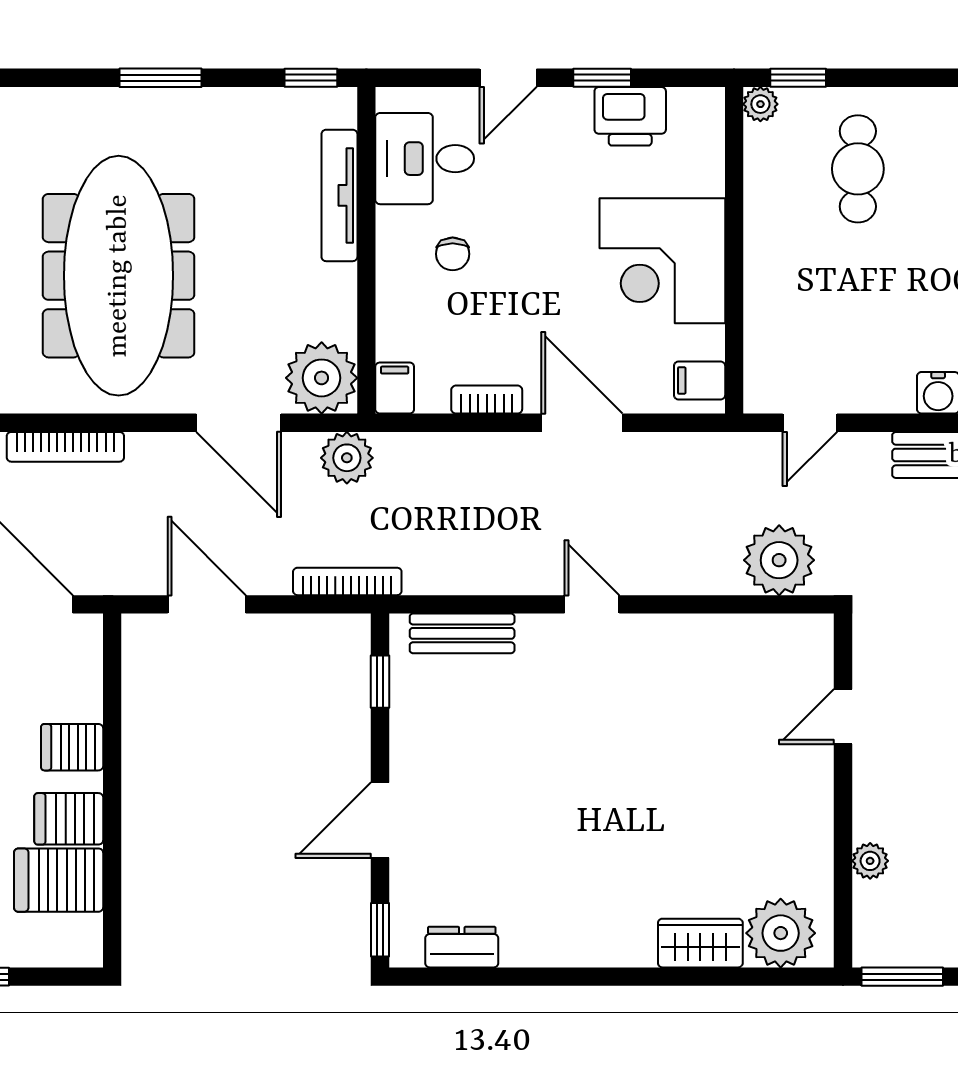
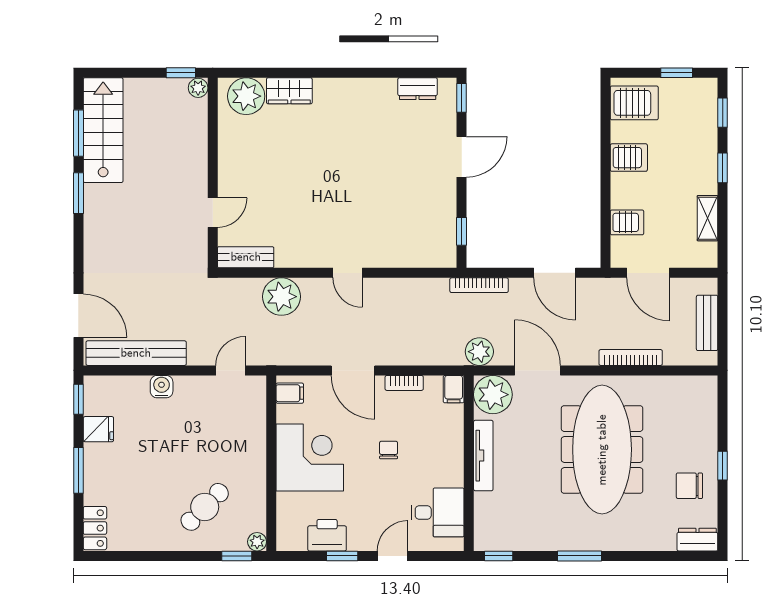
cafe table: (858, 169) -> (205, 507), turned 45
tv unit: (339, 195) -> (483, 456), moved
chair: (453, 254) -> (389, 450), moved
plant: (779, 560) -> (281, 297), moved
bench: (462, 633) -> (246, 257), moved
server rack: (72, 747) -> (627, 222), moved
plant: (870, 861) -> (198, 88), moved
server rack: (59, 880) -> (634, 103), moved
window: (902, 977) -> (181, 73), width x0.67

